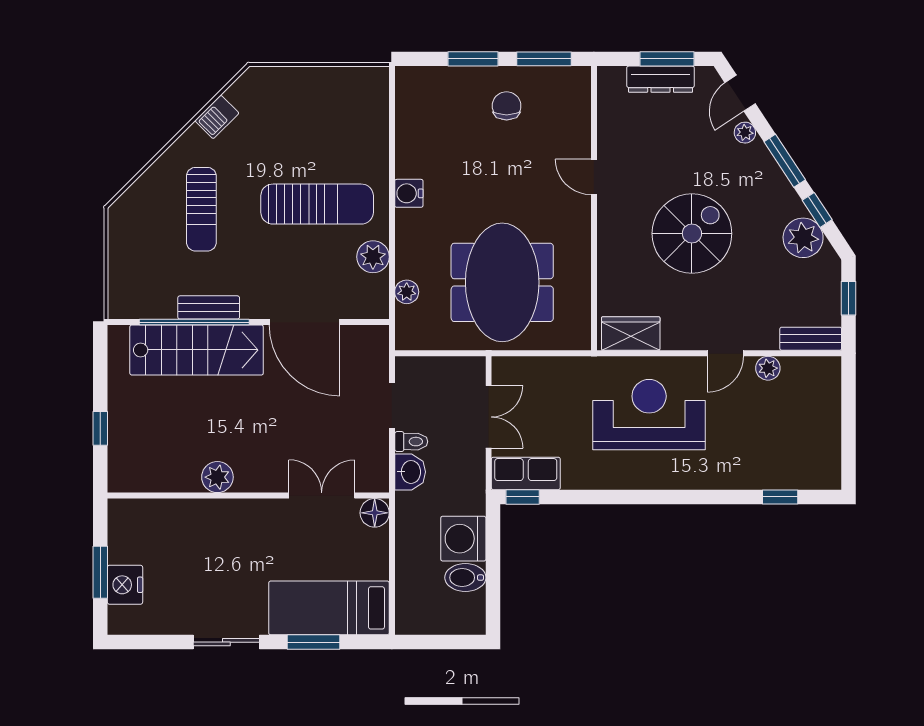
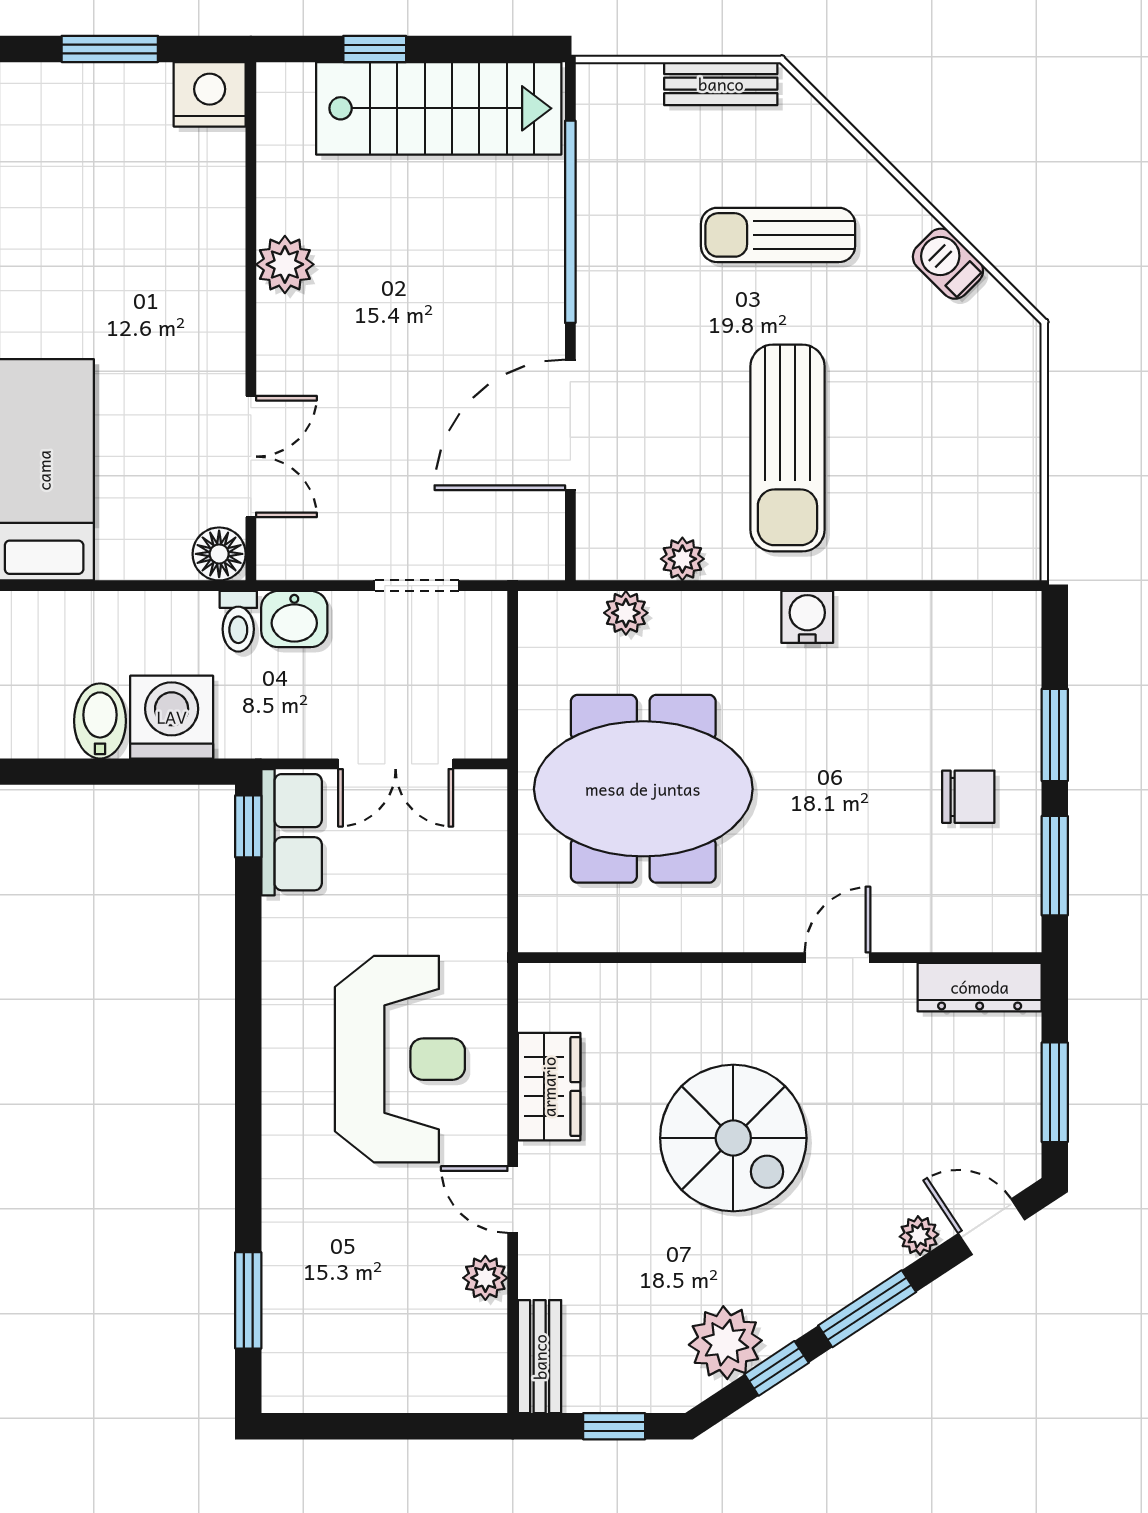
dresser: (661, 79) -> (980, 987), moved, turned -90
plant: (373, 257) -> (682, 559), width x0.73, depth x0.73
bench: (209, 307) -> (721, 84), moved, turned 90
wardrobe: (631, 334) -> (549, 1087), moved
stairs: (197, 350) -> (439, 108), moved, turned -90
toilet: (411, 442) -> (238, 621), moved
window: (780, 497) -> (248, 1300), width x1.50
nightstand: (125, 585) -> (210, 94), moved

